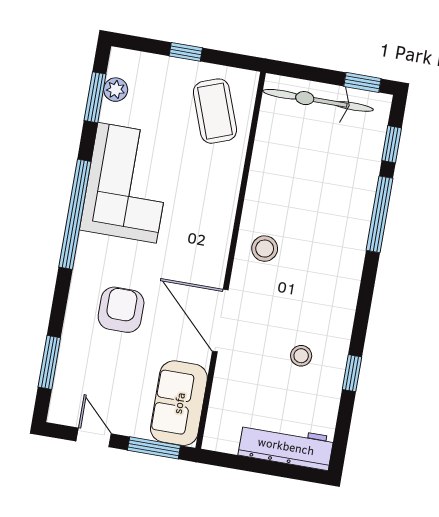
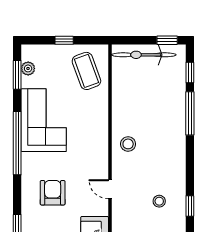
door: (220, 321) -> (110, 189), width x0.53

